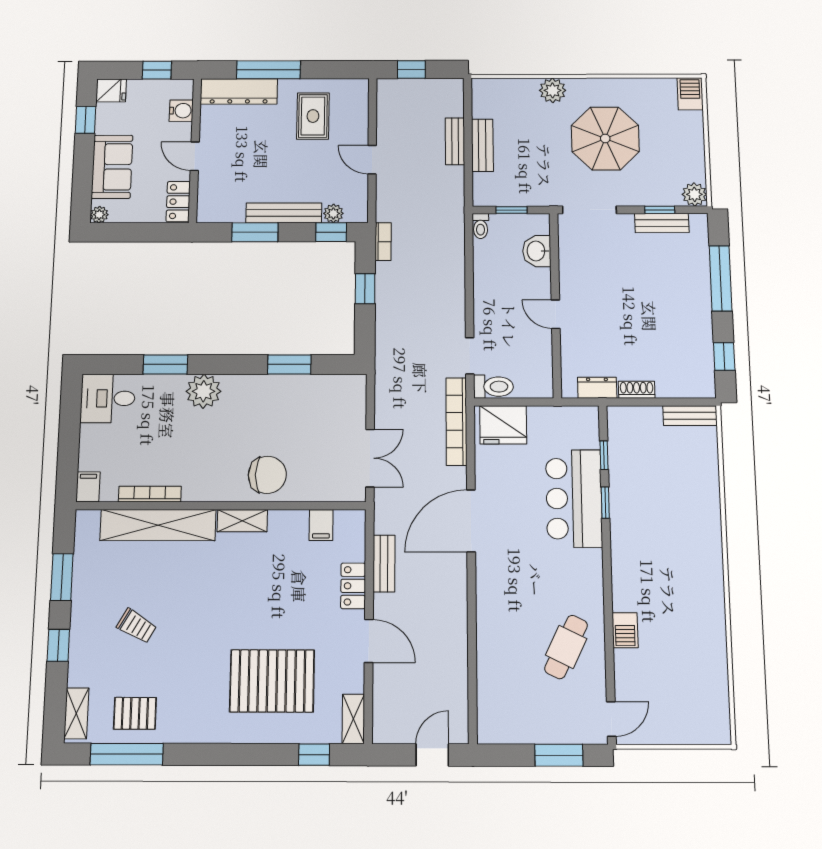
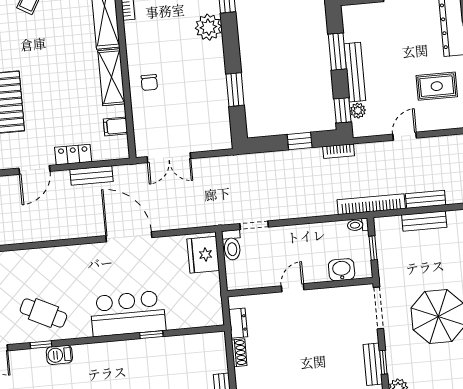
bookcase: (456, 421) -> (371, 204), moved
window: (604, 455) -> (41, 345), moved
chair: (267, 475) -> (149, 82), width x0.54, depth x0.54
bar counter: (574, 498) -> (128, 314), moved
shelving: (242, 521) -> (111, 77), width x1.50, depth x1.33

